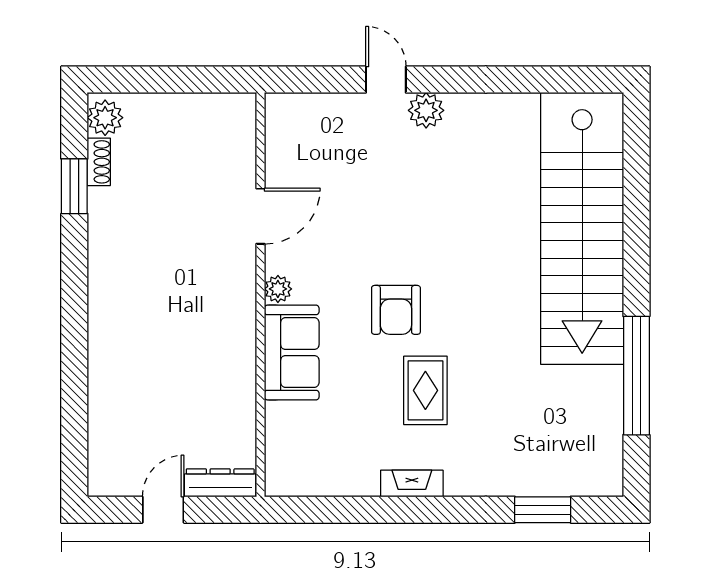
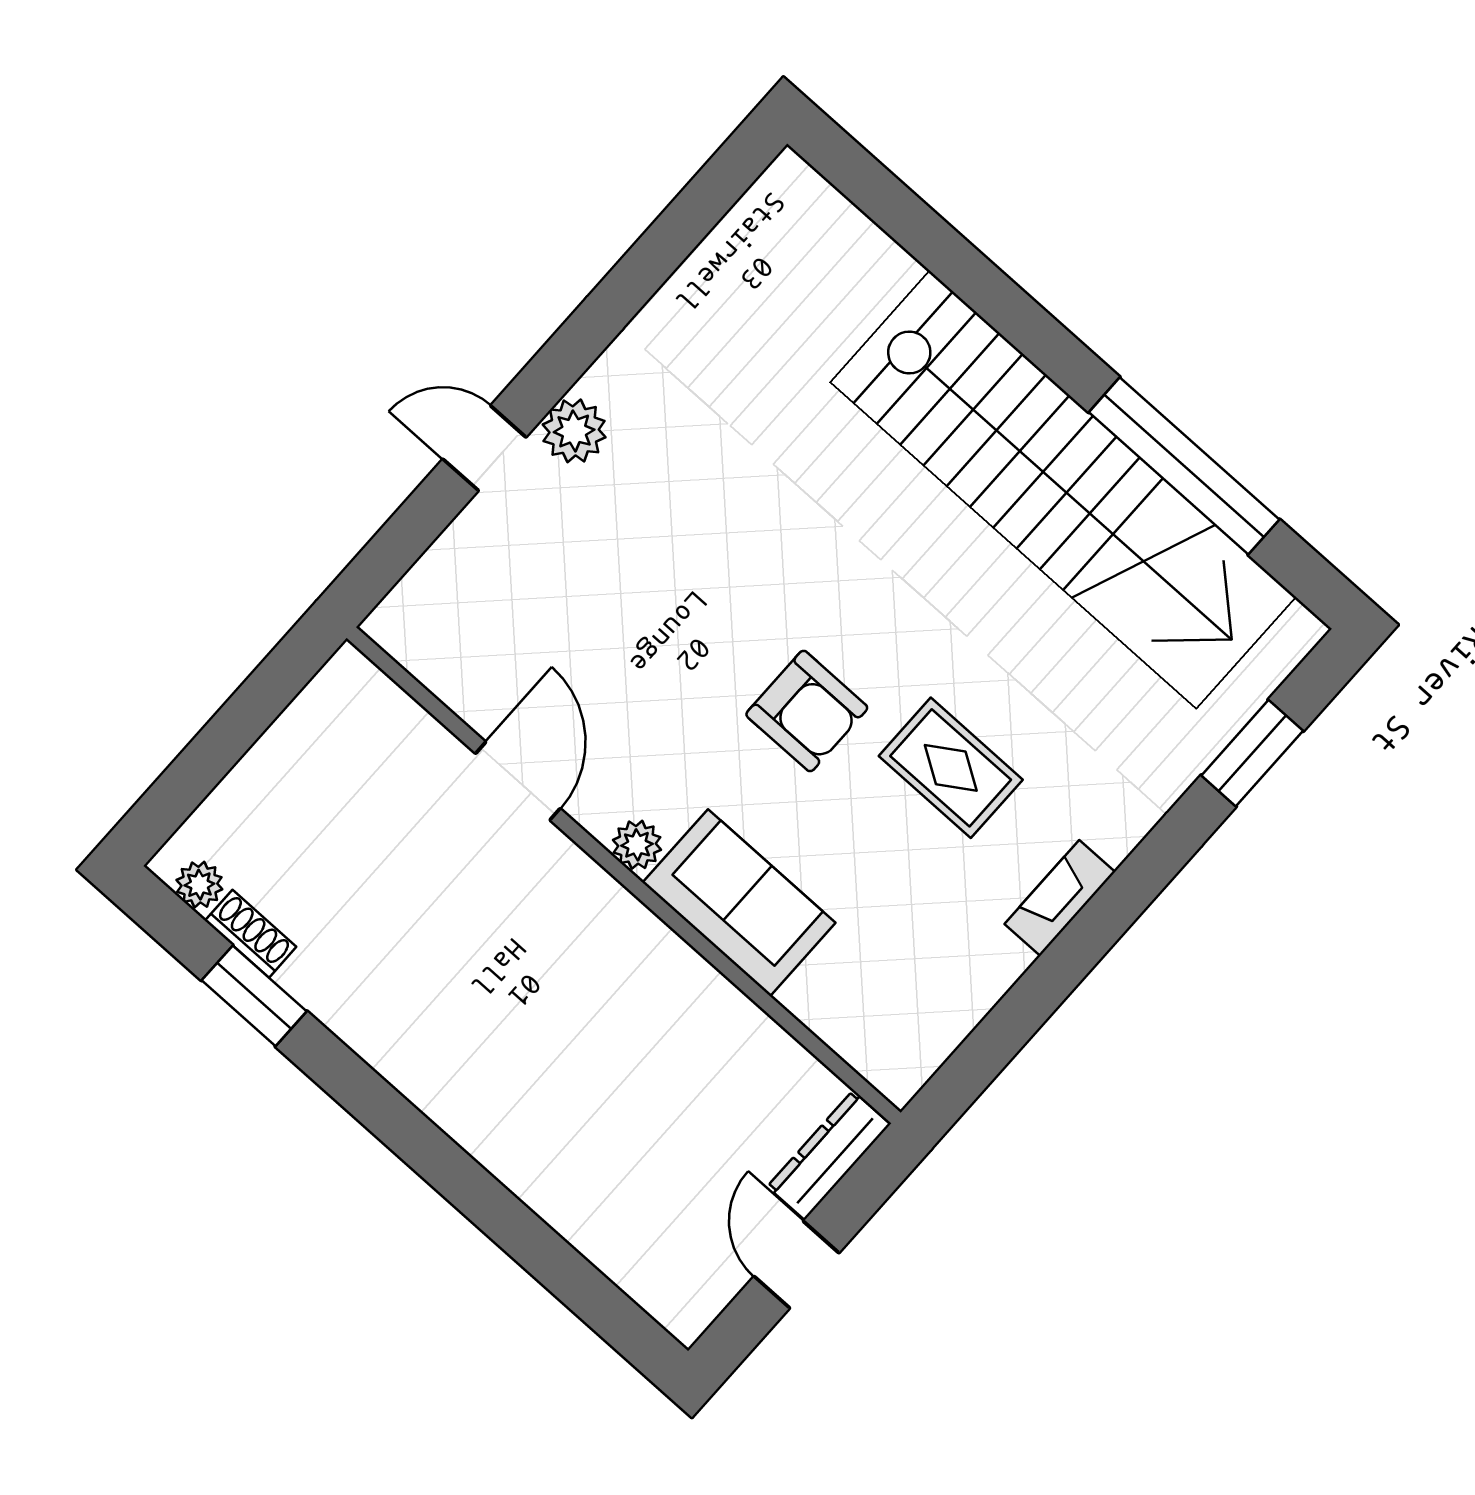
plant: (105, 118) -> (199, 885), width x0.73, depth x0.73
stairs: (582, 228) -> (1063, 490), moved

